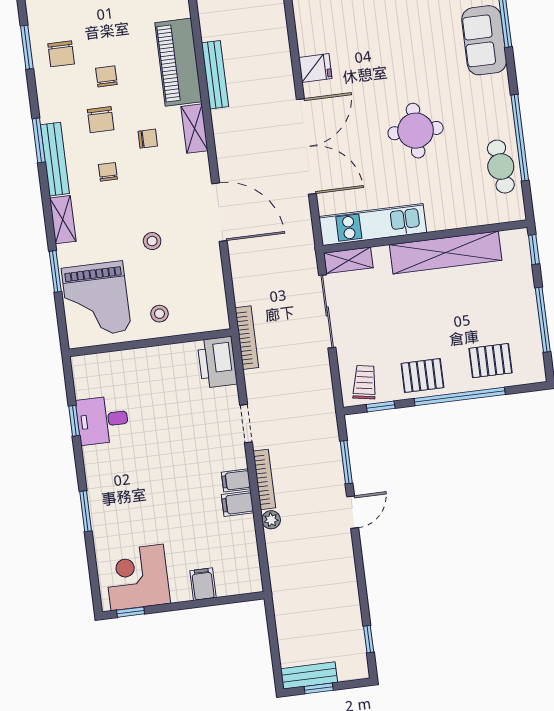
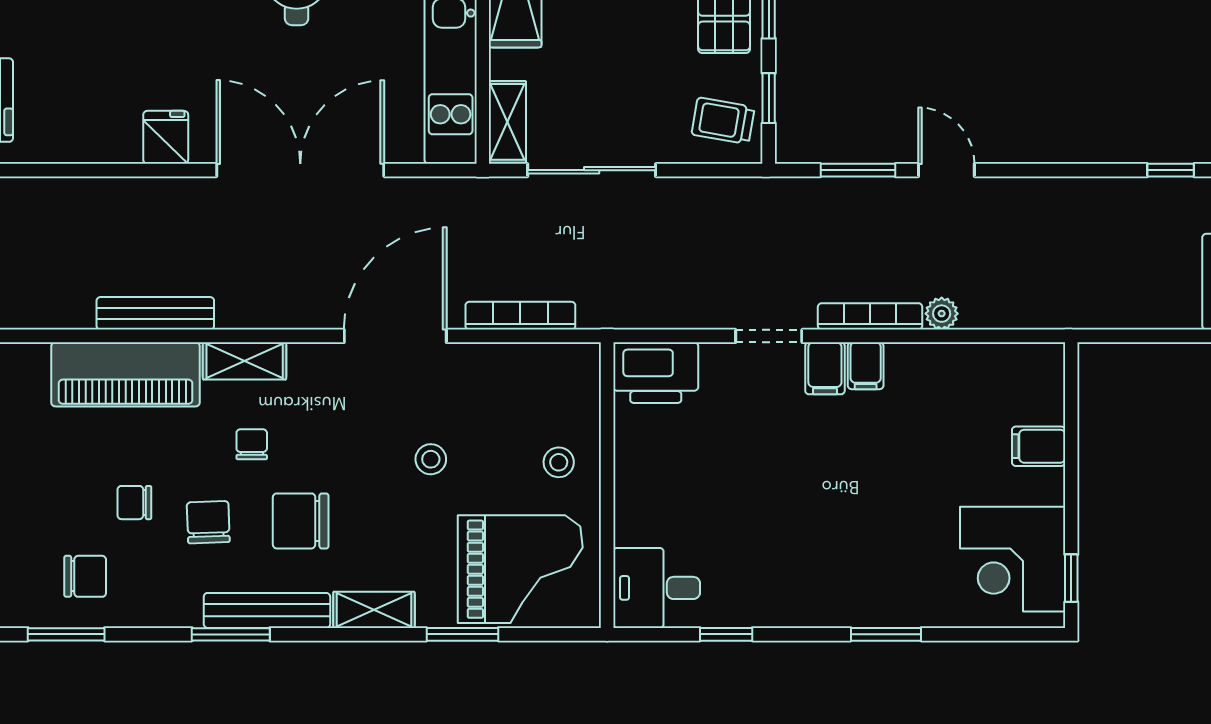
chair: (101, 120) -> (208, 522), turned -92
chair: (108, 172) -> (301, 521), width x1.87, depth x1.87
bookcase: (247, 338) -> (520, 316), moved
desk: (103, 420) -> (657, 588), moved, turned 90
filing cabinet: (238, 504) -> (825, 368), moved

